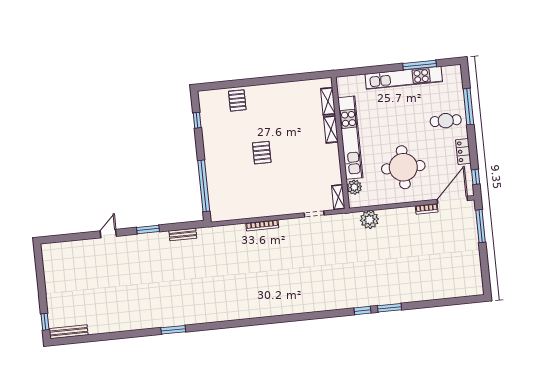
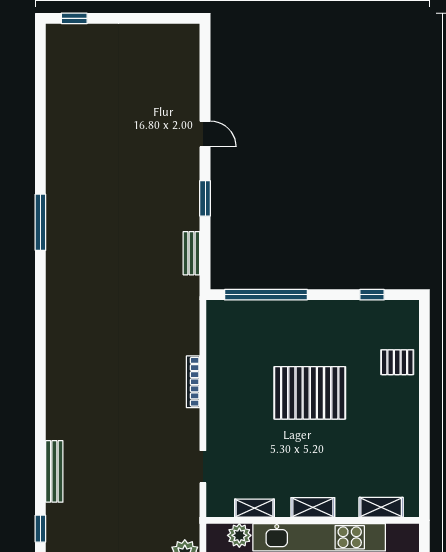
shelving: (331, 129) -> (313, 507), moved
pallet: (262, 153) -> (310, 393), width x2.05, depth x2.00
shelving: (338, 197) -> (254, 508), moved
window: (173, 330) -> (40, 222), width x1.44
bench: (69, 332) -> (54, 471), moved

